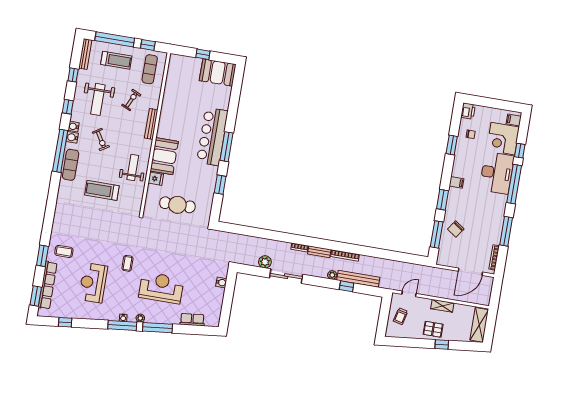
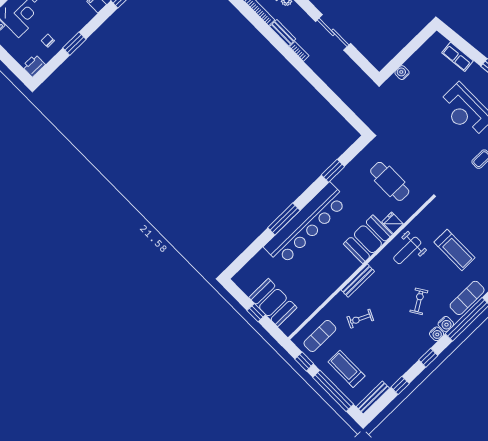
booth: (218, 72) -> (273, 303), moved
weight bench: (98, 99) -> (393, 343), removed
bar counter: (212, 137) -> (306, 224), width x1.36
window: (226, 147) -> (284, 219), moved
plant: (265, 262) -> (344, 62), removed

